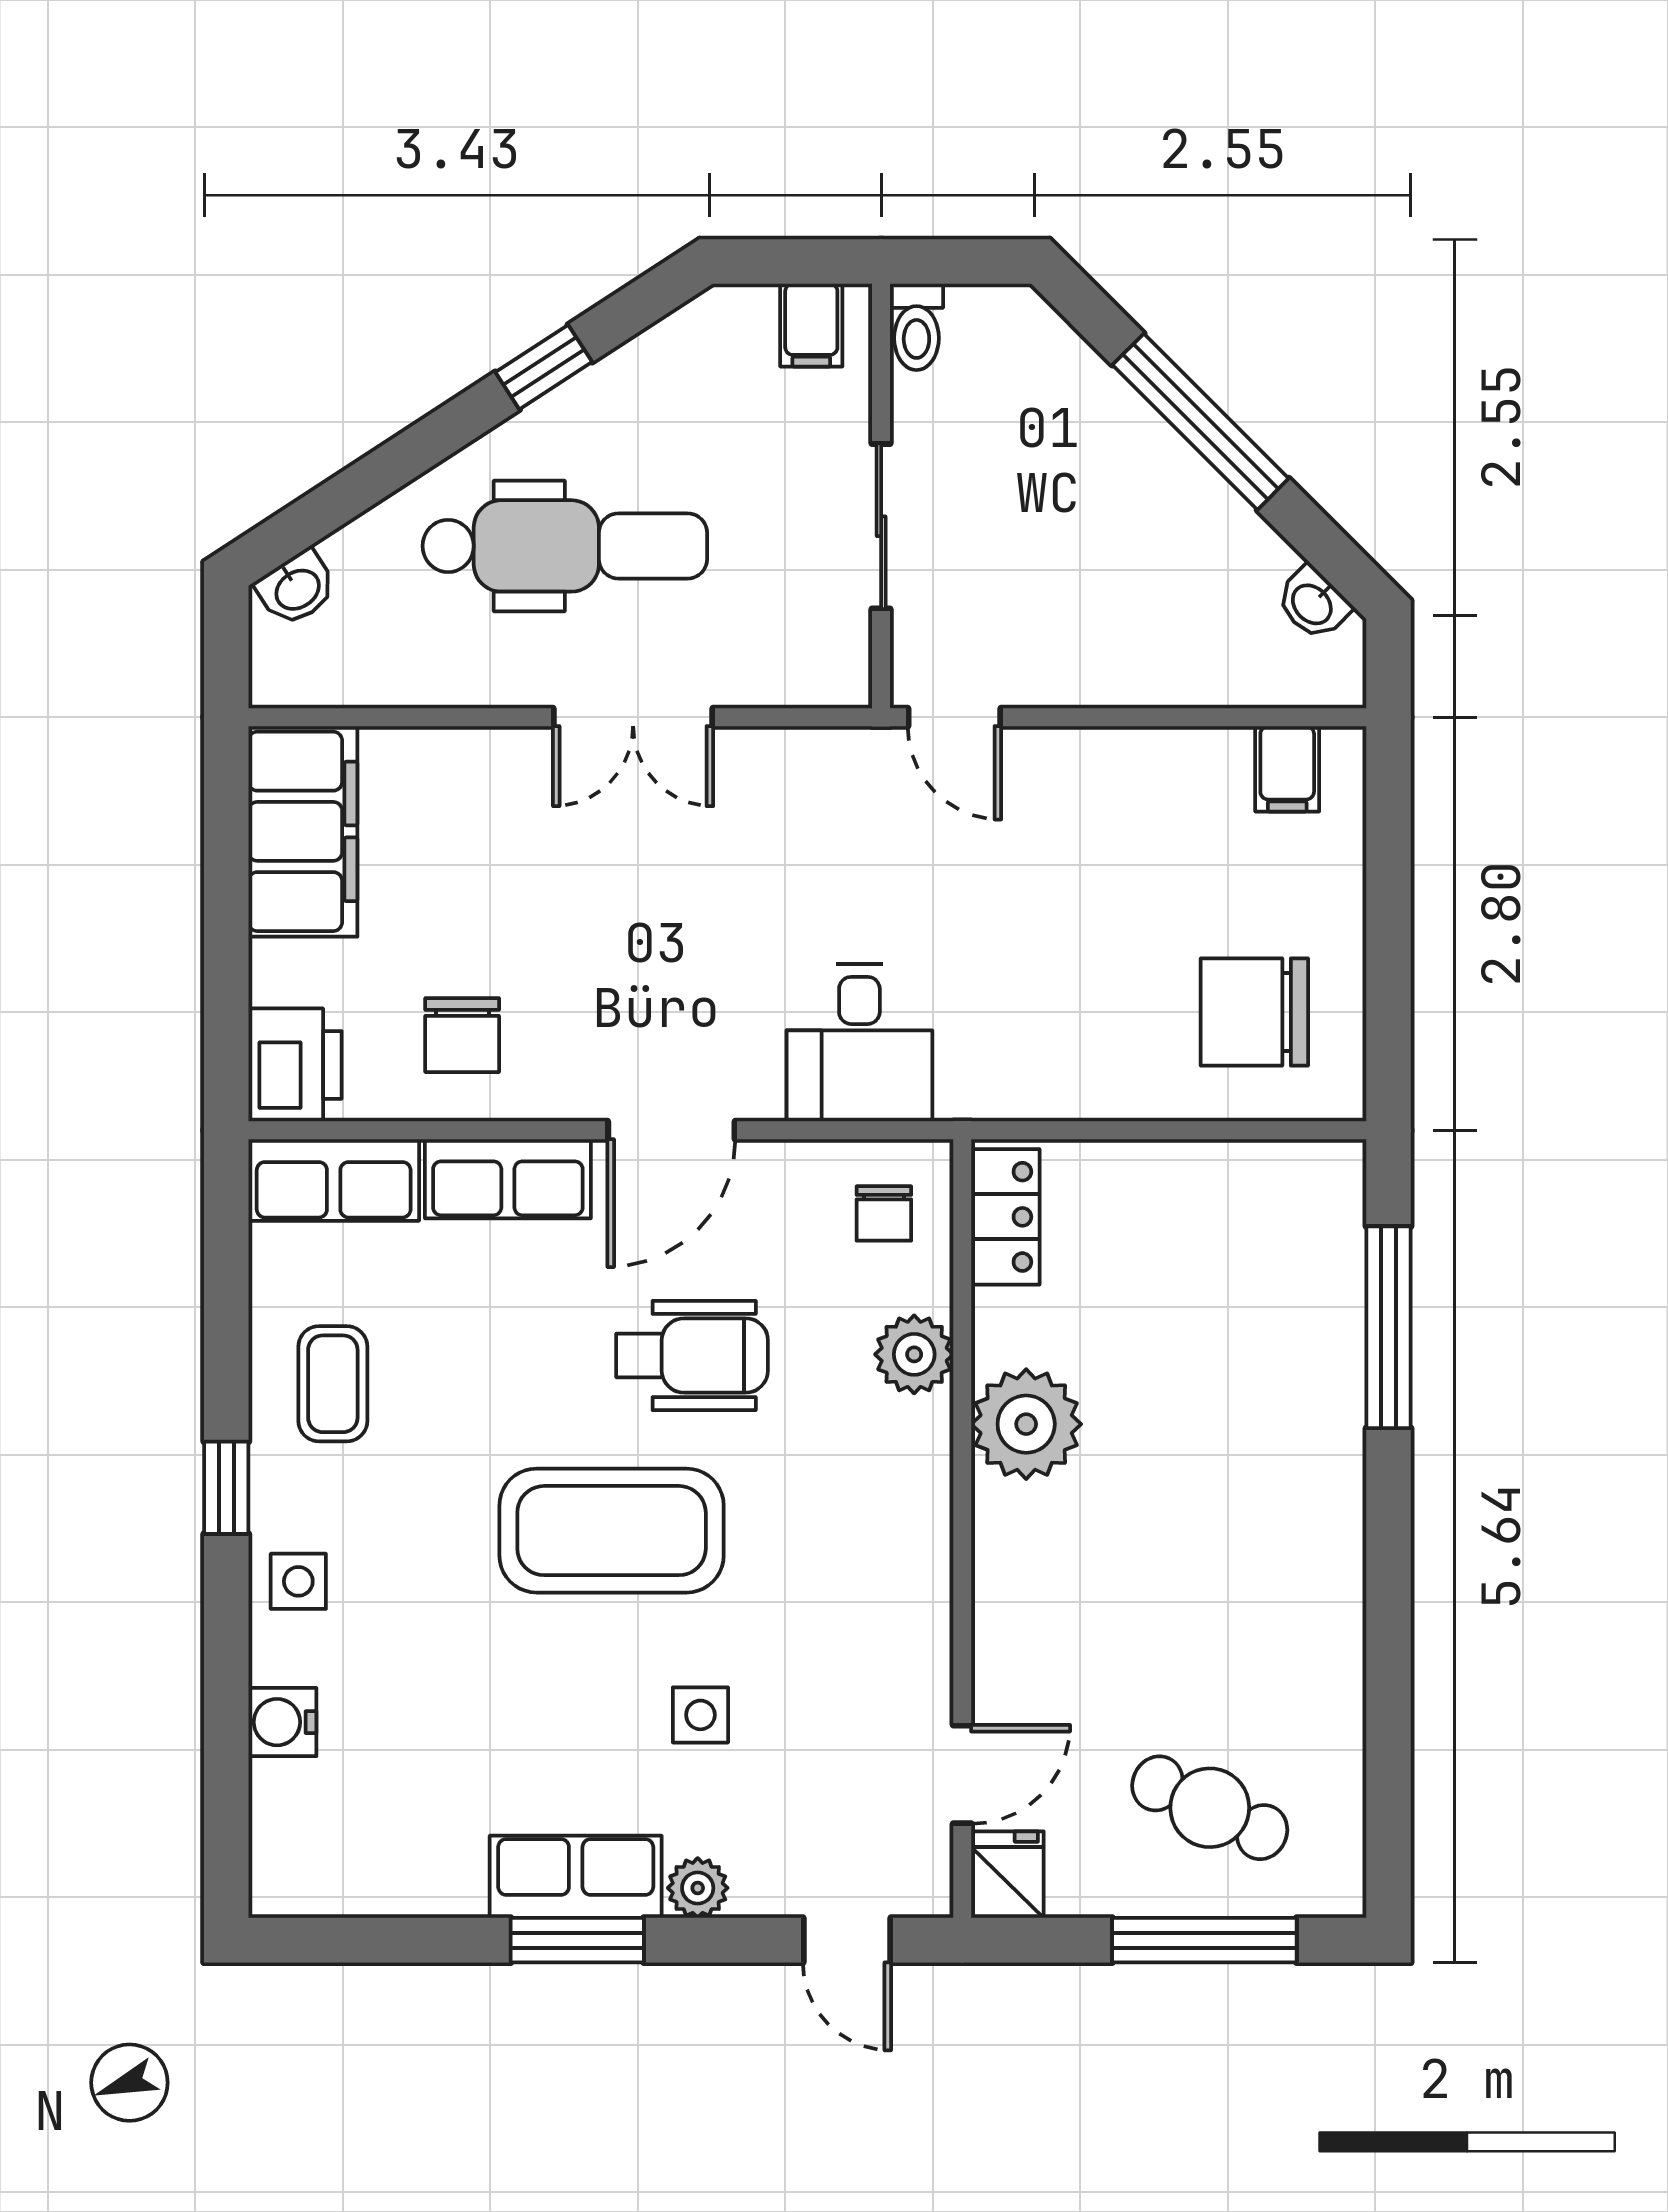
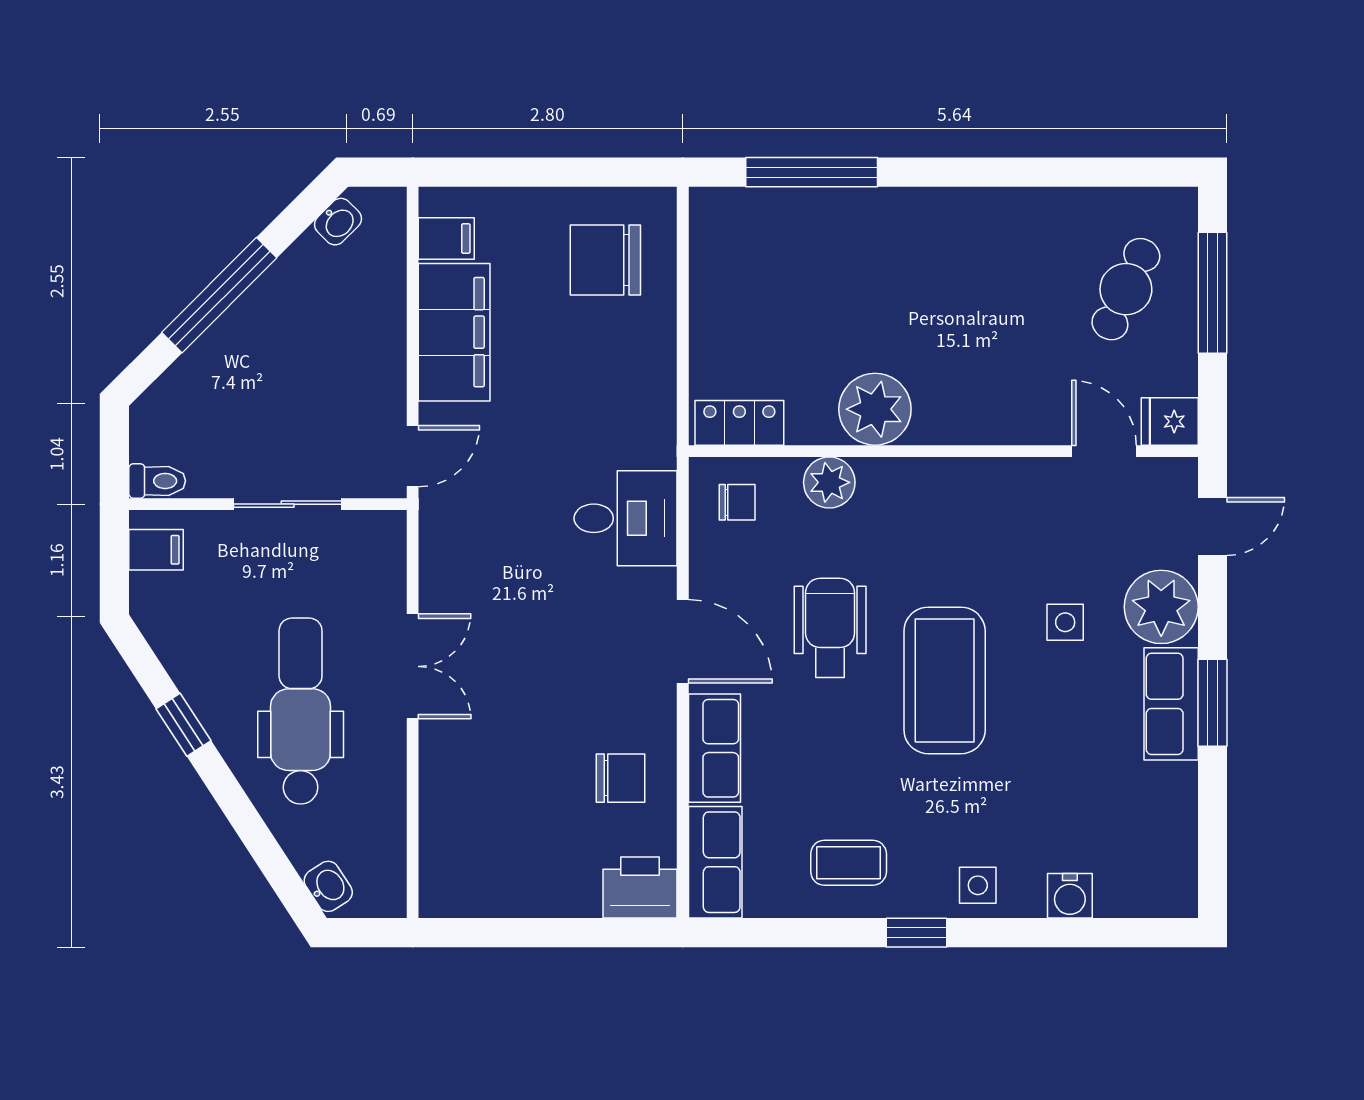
filing cabinet: (303, 831) -> (454, 332), moved, turned 90
chair: (1254, 1012) -> (605, 260), turned 90
plant: (698, 1888) -> (1161, 607), width x1.87, depth x1.87

